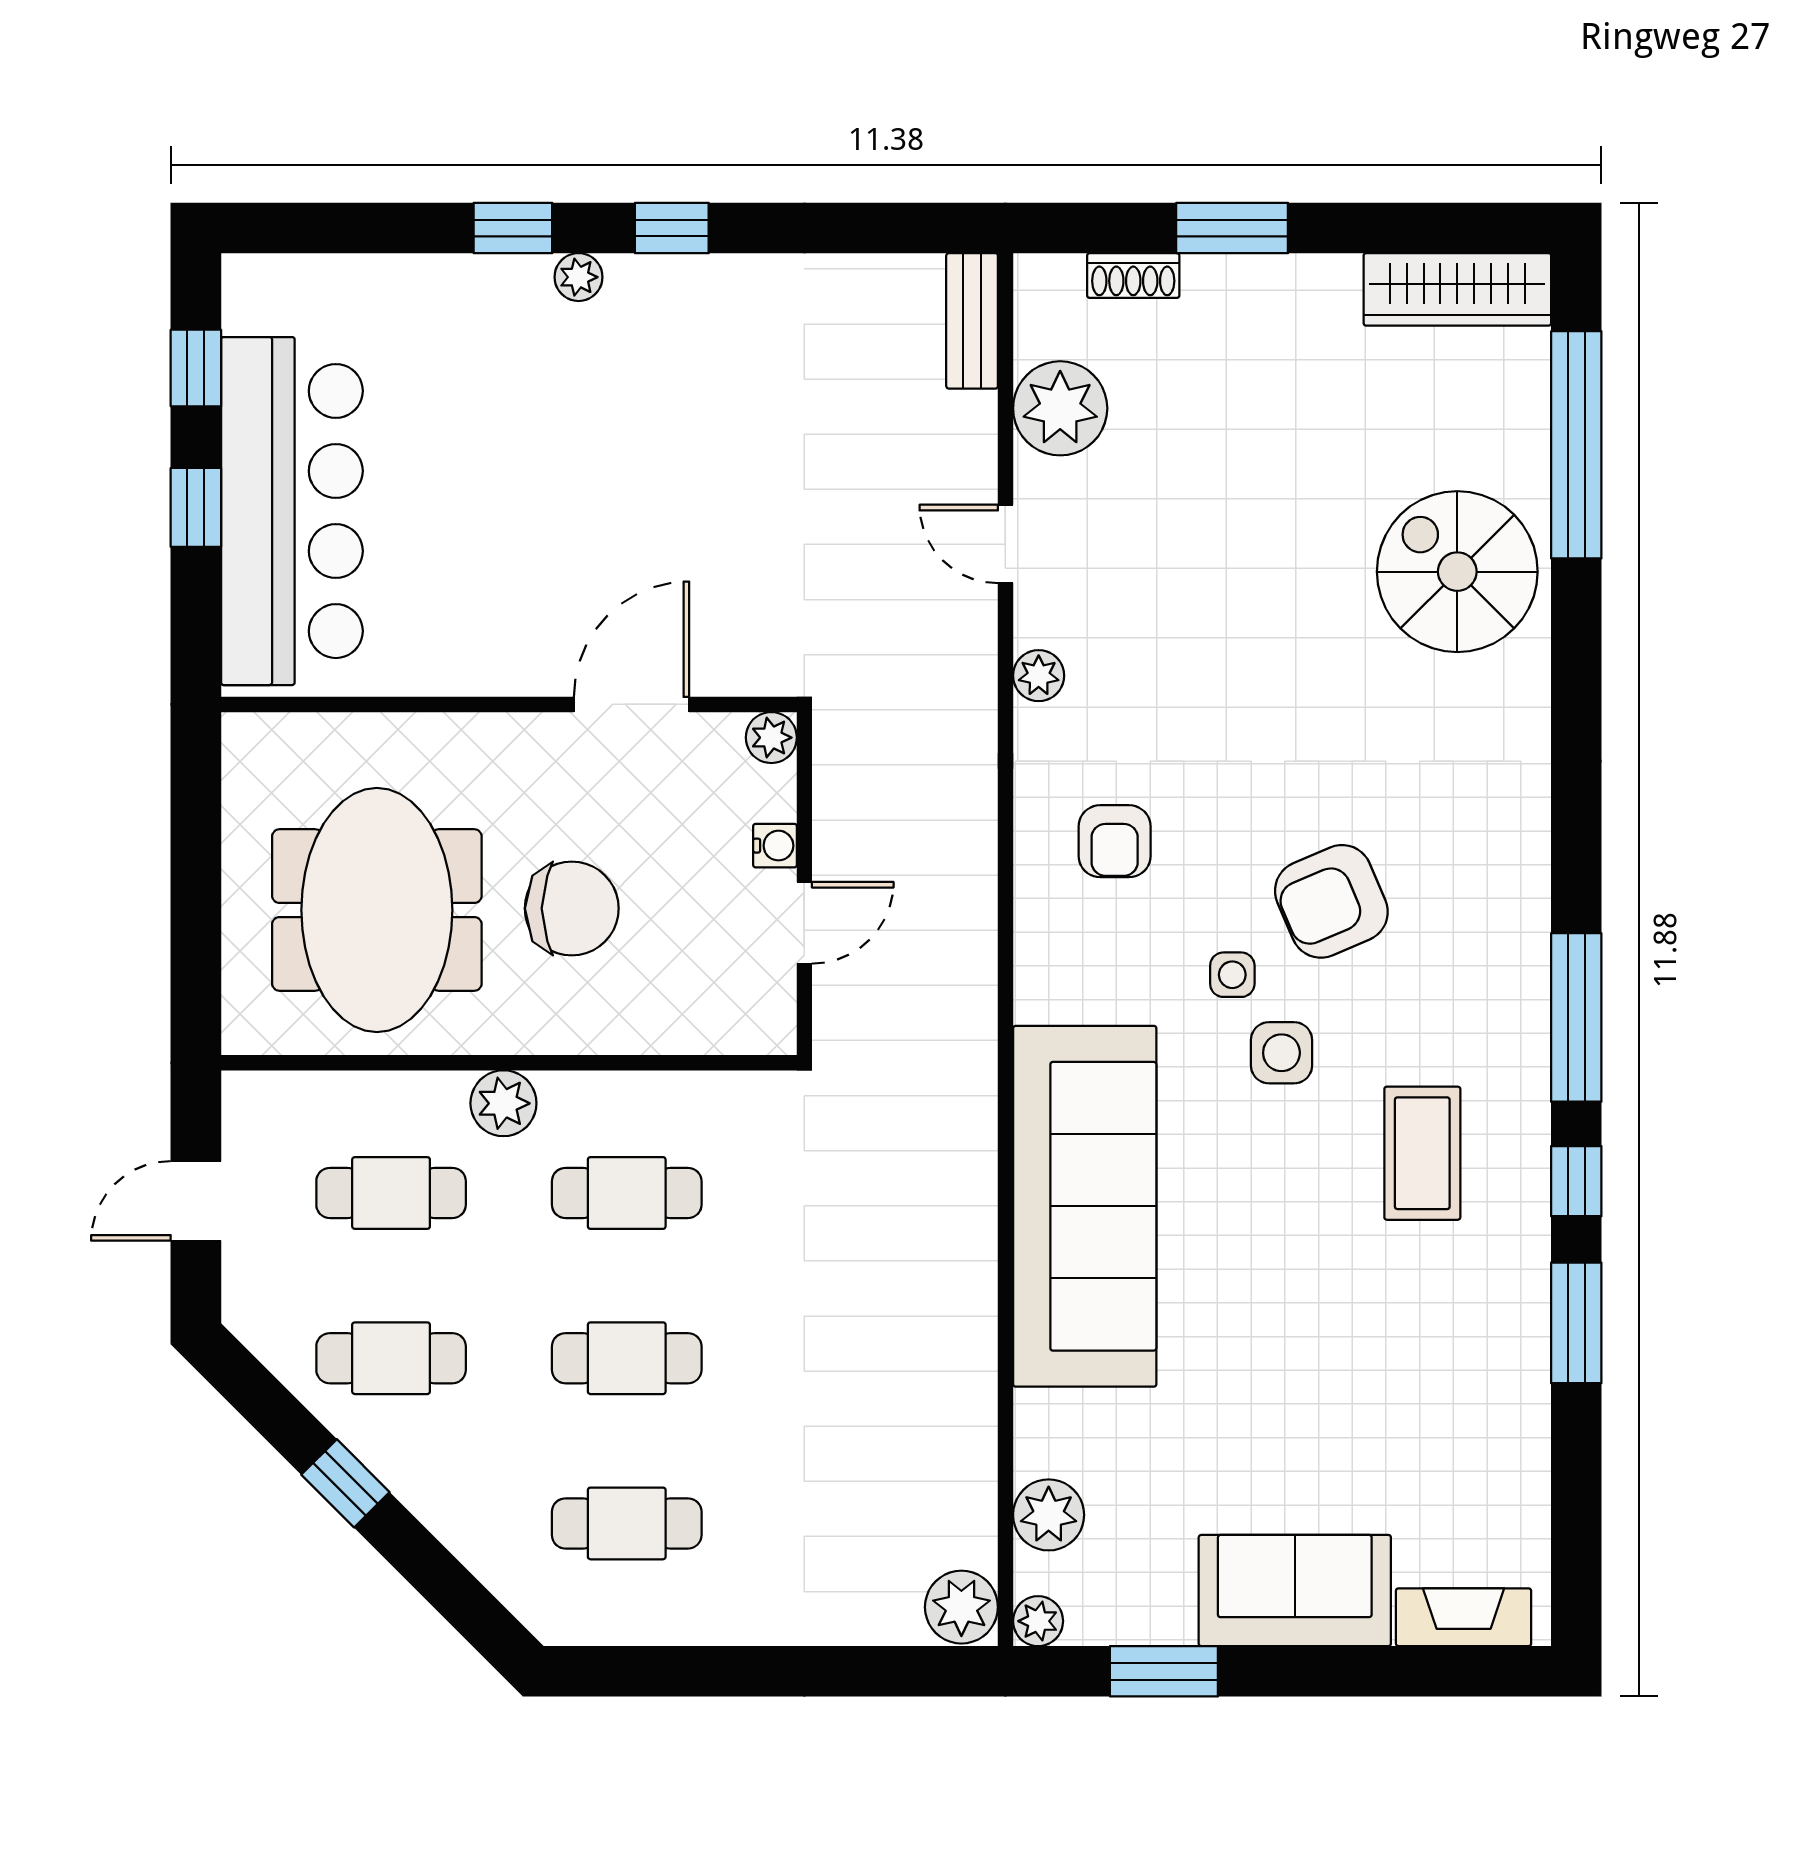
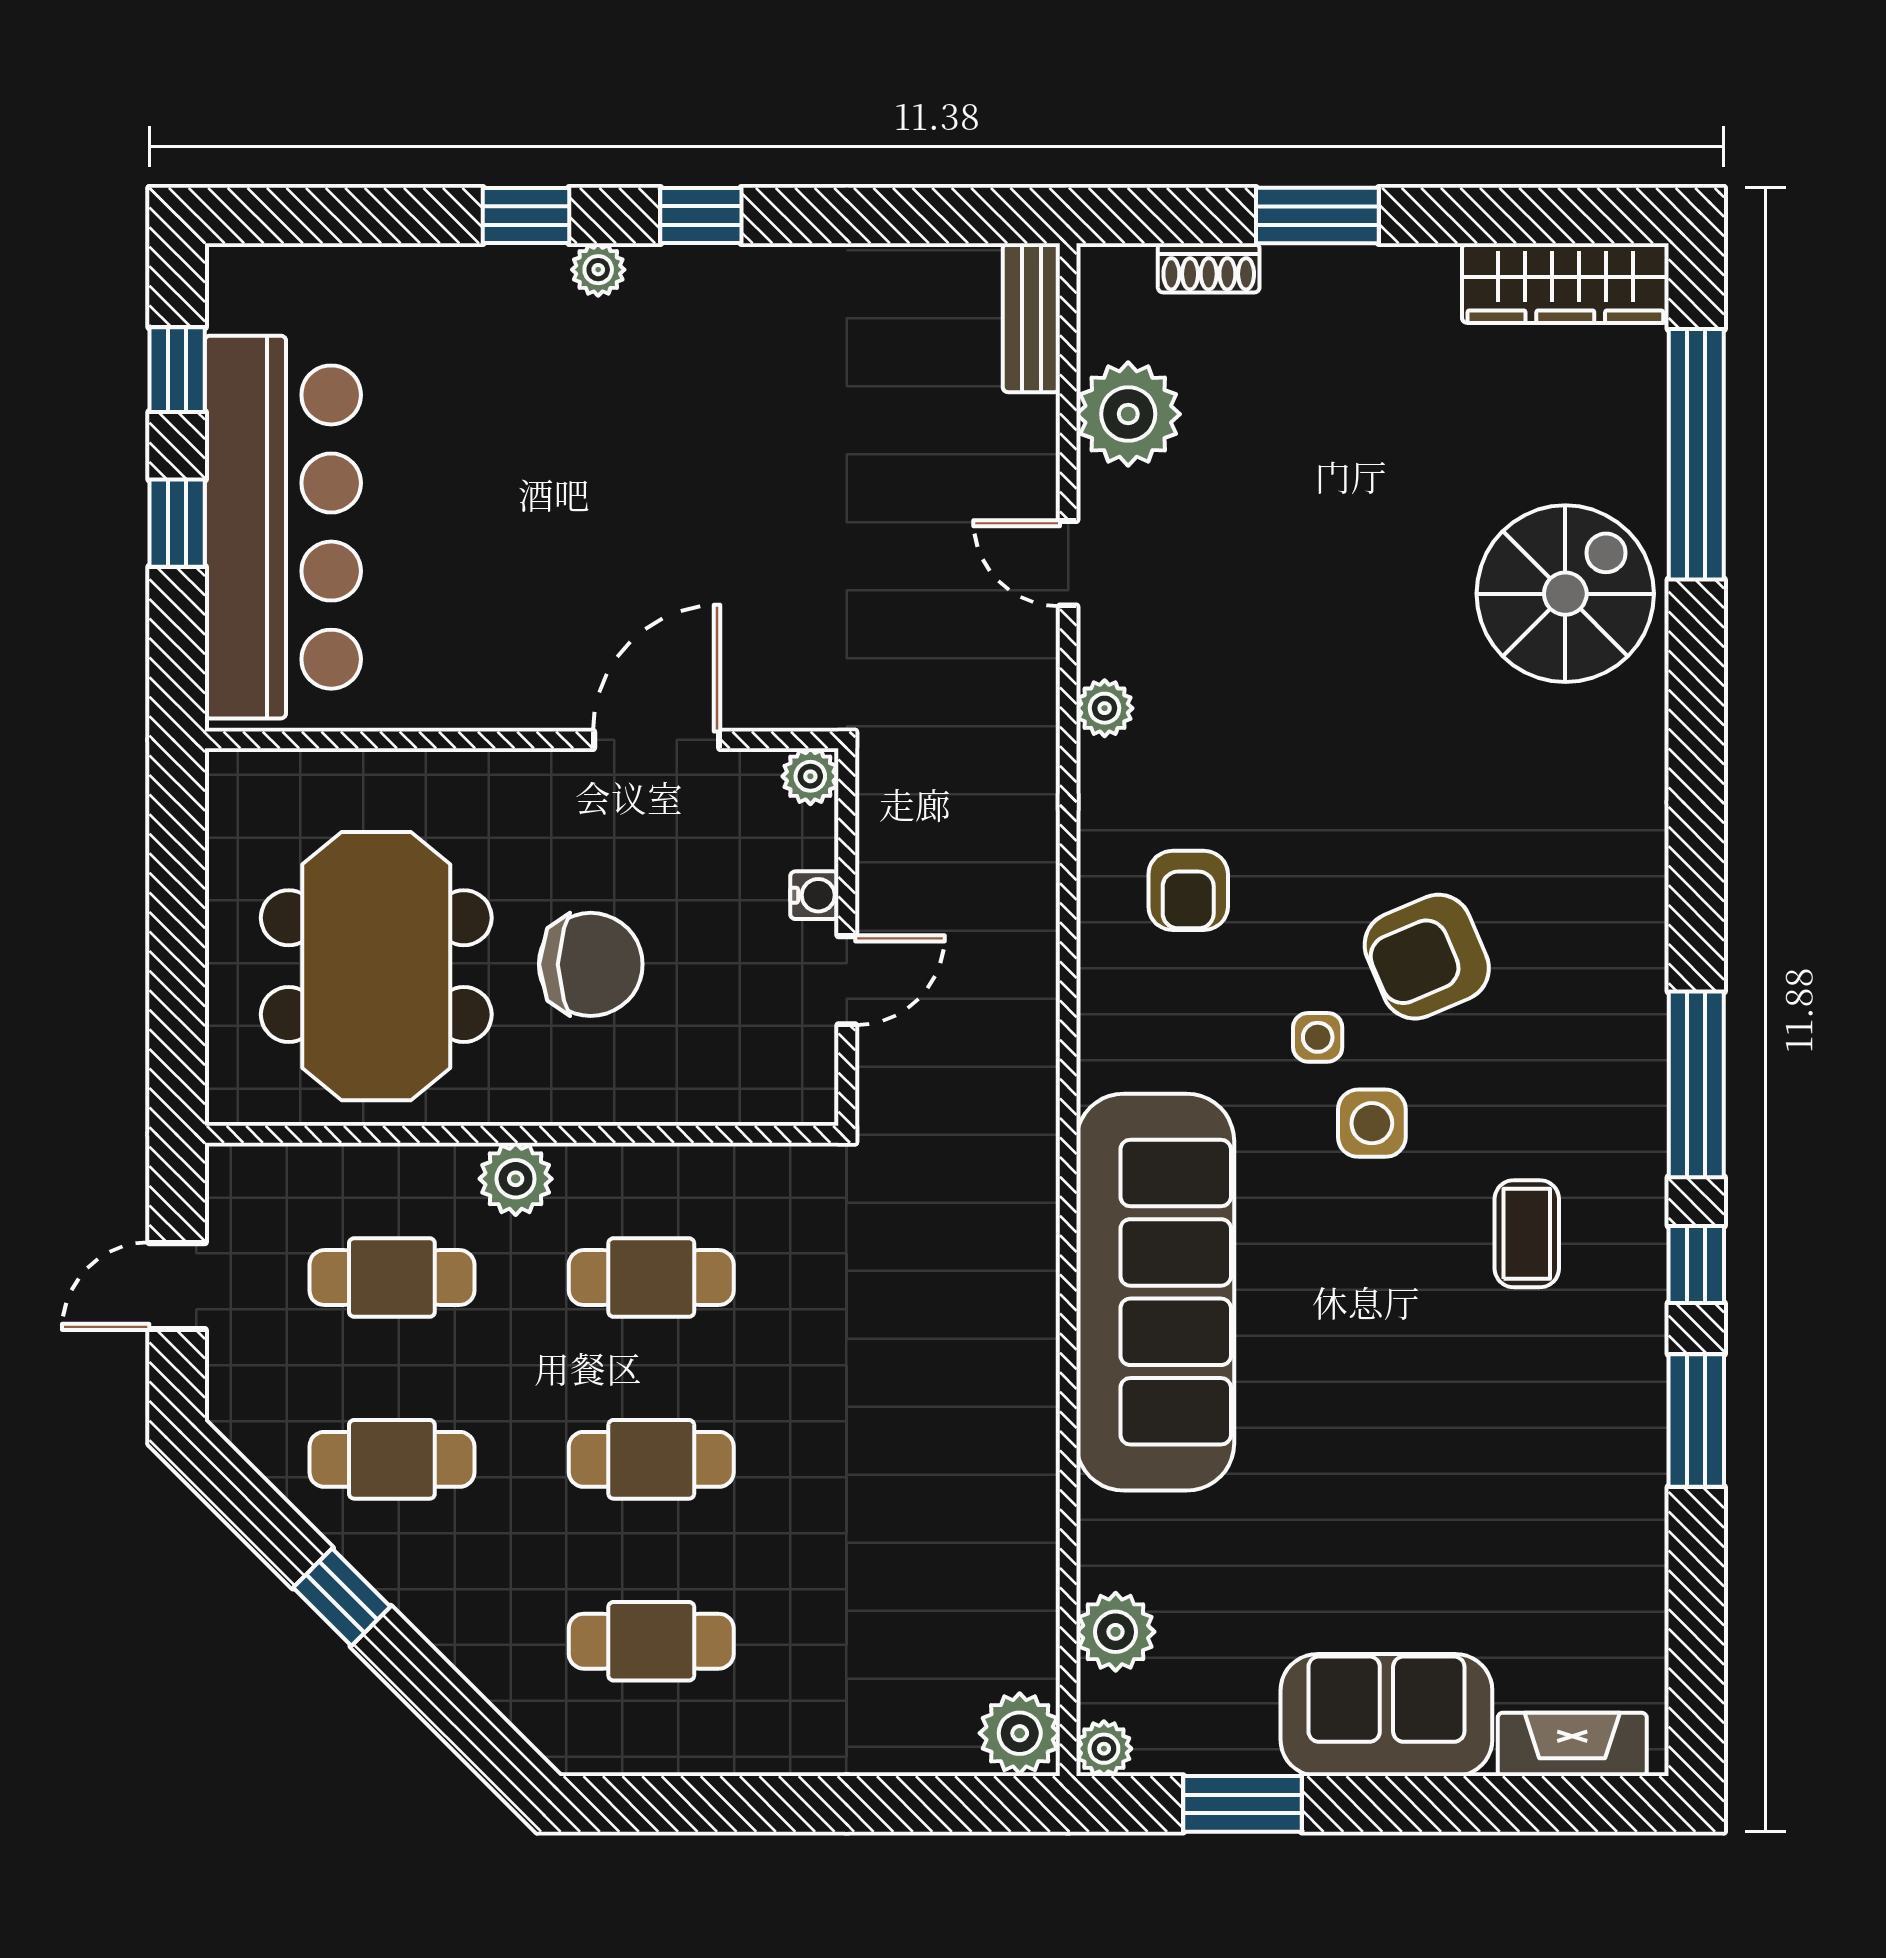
spiral stairs: (1457, 572) -> (1565, 594), turned 90
coffee table: (1422, 1153) -> (1527, 1234), width x0.73, depth x0.77

